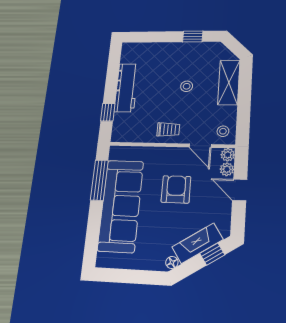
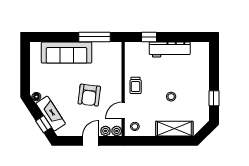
armchair: (176, 189) -> (89, 95), turned 97
sofa: (121, 206) -> (67, 53), width x0.74, depth x0.79

